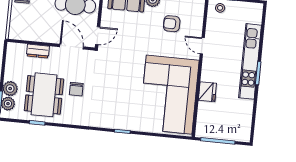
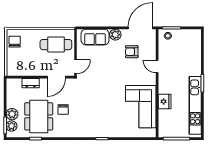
door: (71, 47) -> (56, 77), swing flipped
kitchen unit: (250, 61) -> (195, 105), moved
corner sofa: (169, 95) -> (141, 107), width x0.73, depth x0.74

